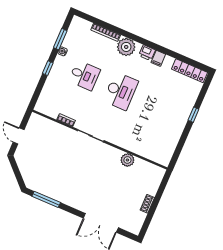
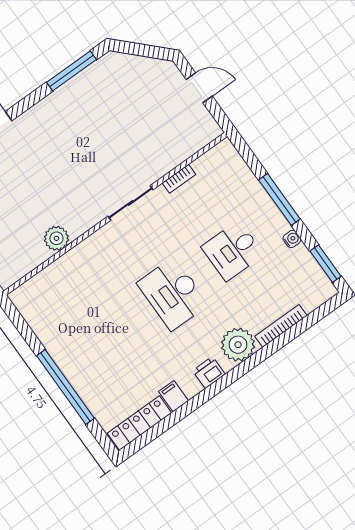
window: (60, 39) -> (326, 264), moved
filing cabinet: (158, 58) -> (173, 396), moved
window: (48, 68) -> (279, 199), width x2.17
window: (193, 115) -> (66, 387), width x3.17

